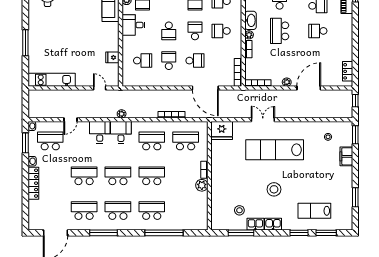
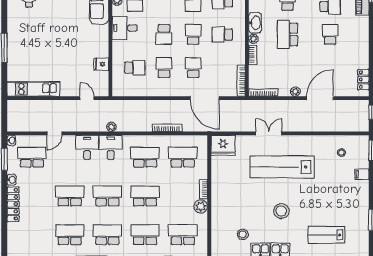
school desk: (318, 31) -> (330, 34), turned 90
school desk: (195, 61) -> (193, 68), turned -90
filing cabinet: (346, 156) -> (362, 174), width x0.50
school desk: (186, 211) -> (183, 235), added

